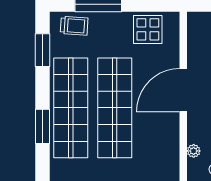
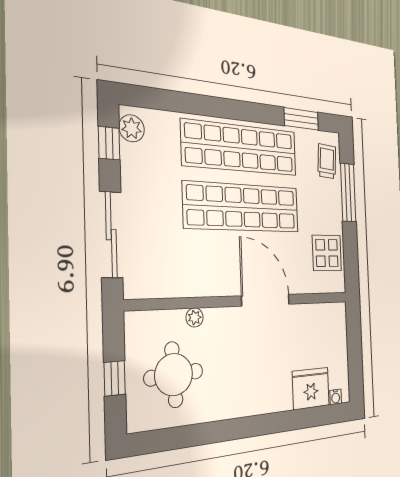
trolley: (74, 26) -> (327, 161), turned 180
window: (42, 126) -> (218, 107), removed

